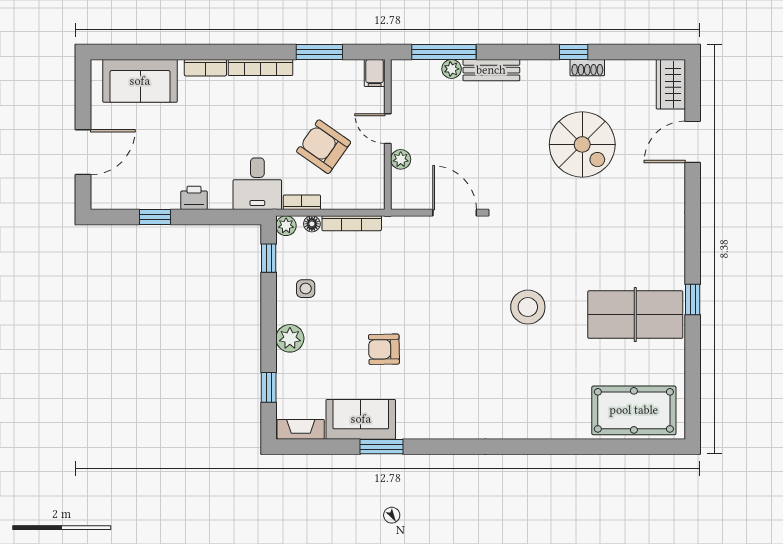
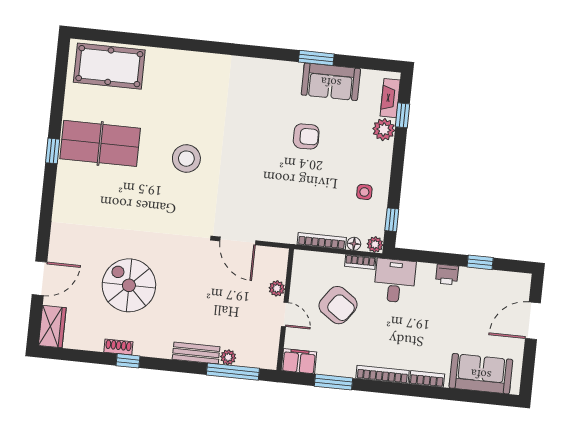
filing cabinet: (375, 73) -> (299, 361), width x2.00
plant: (290, 338) -> (384, 130), moved
fireplace: (301, 429) -> (390, 98), moved, turned 90

